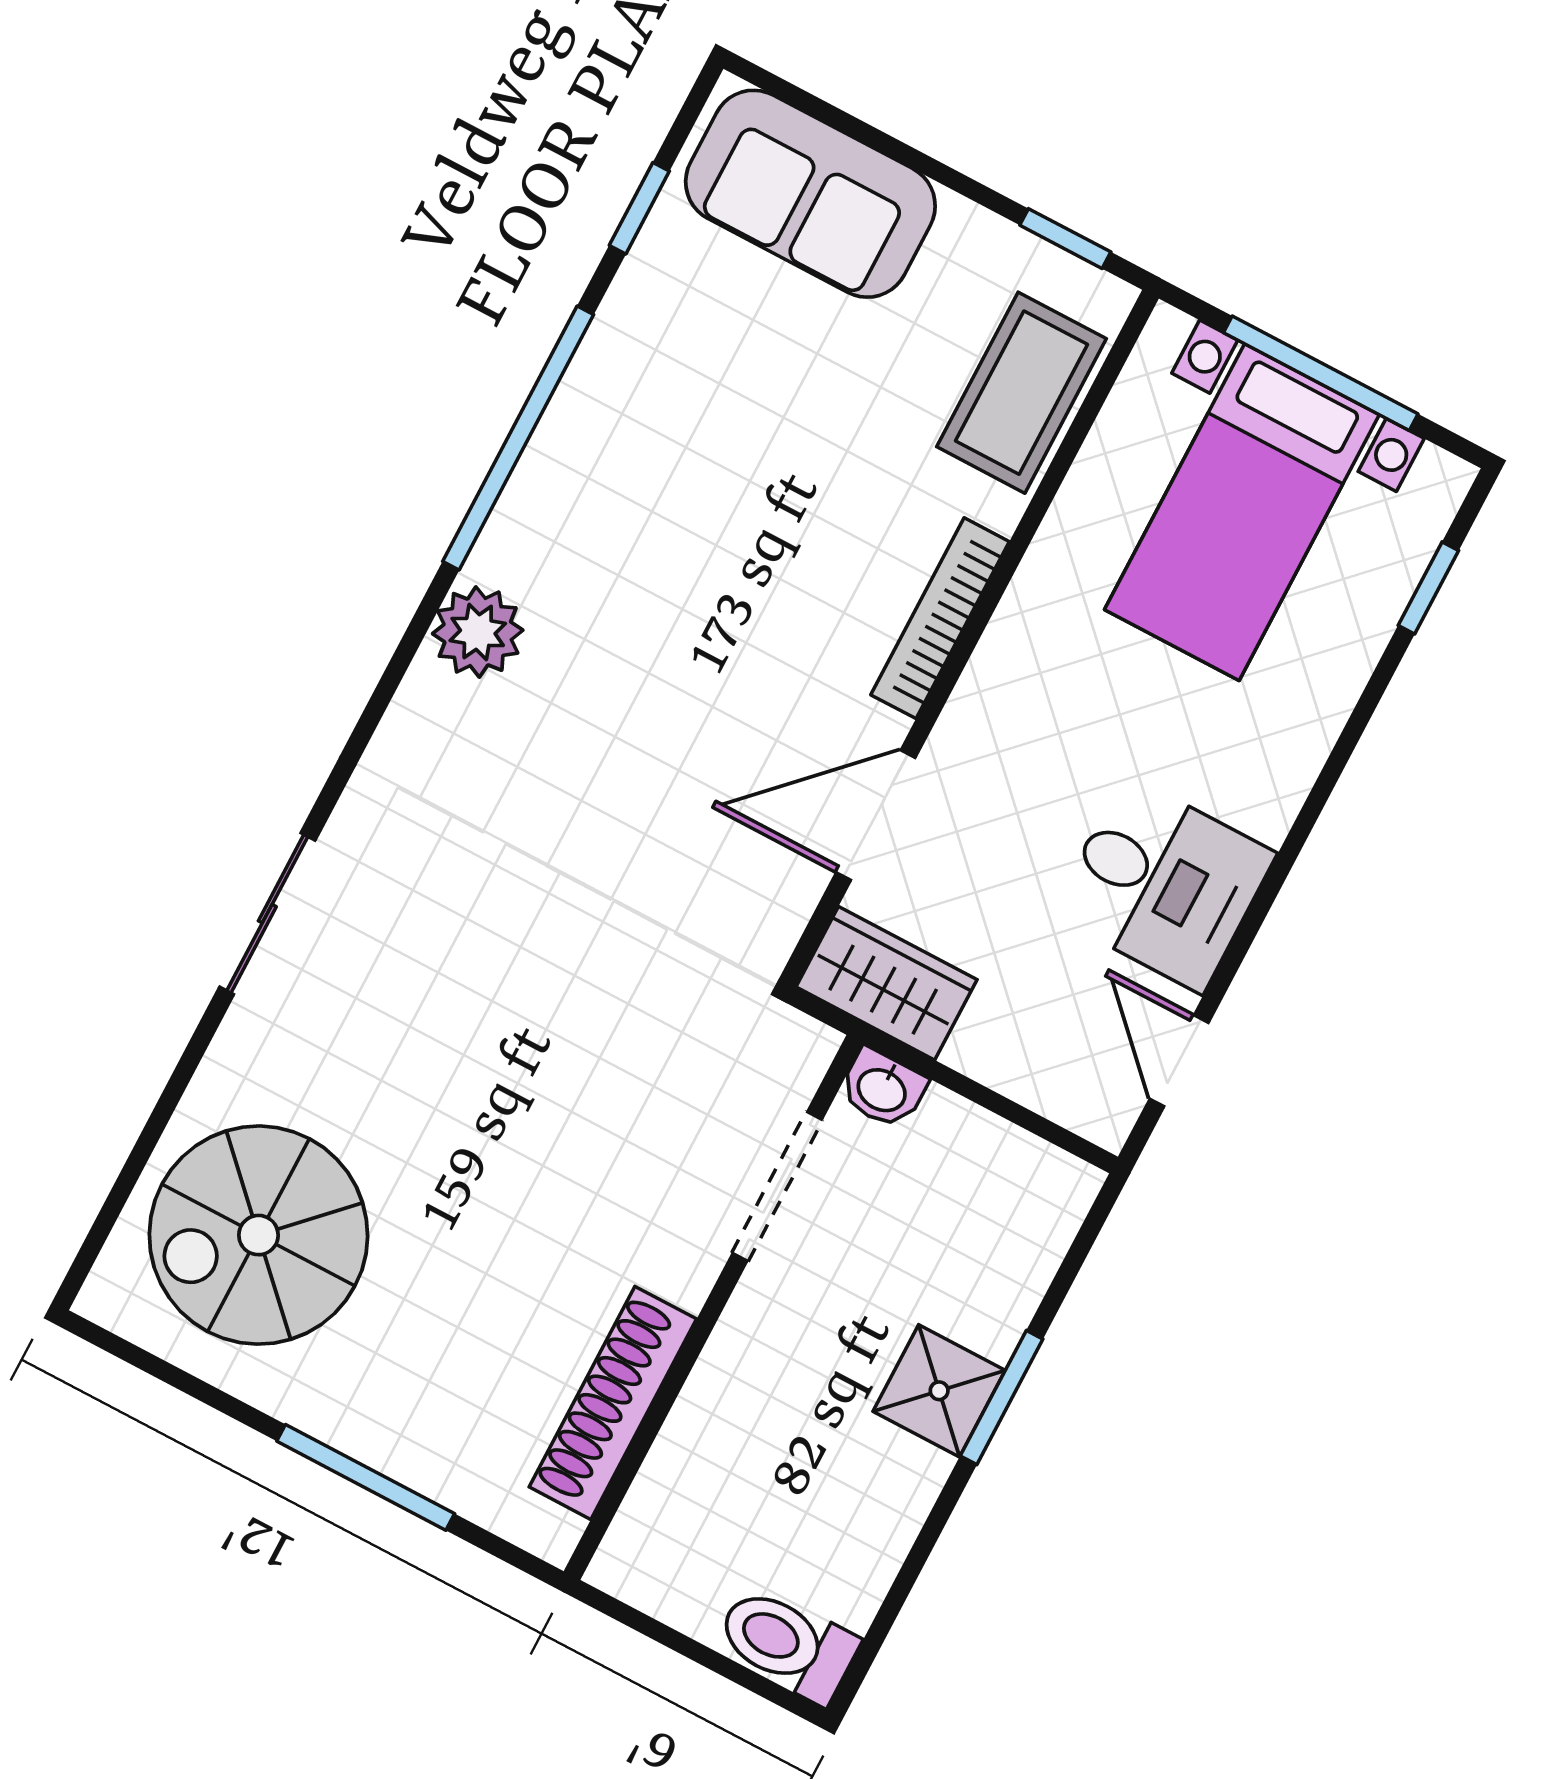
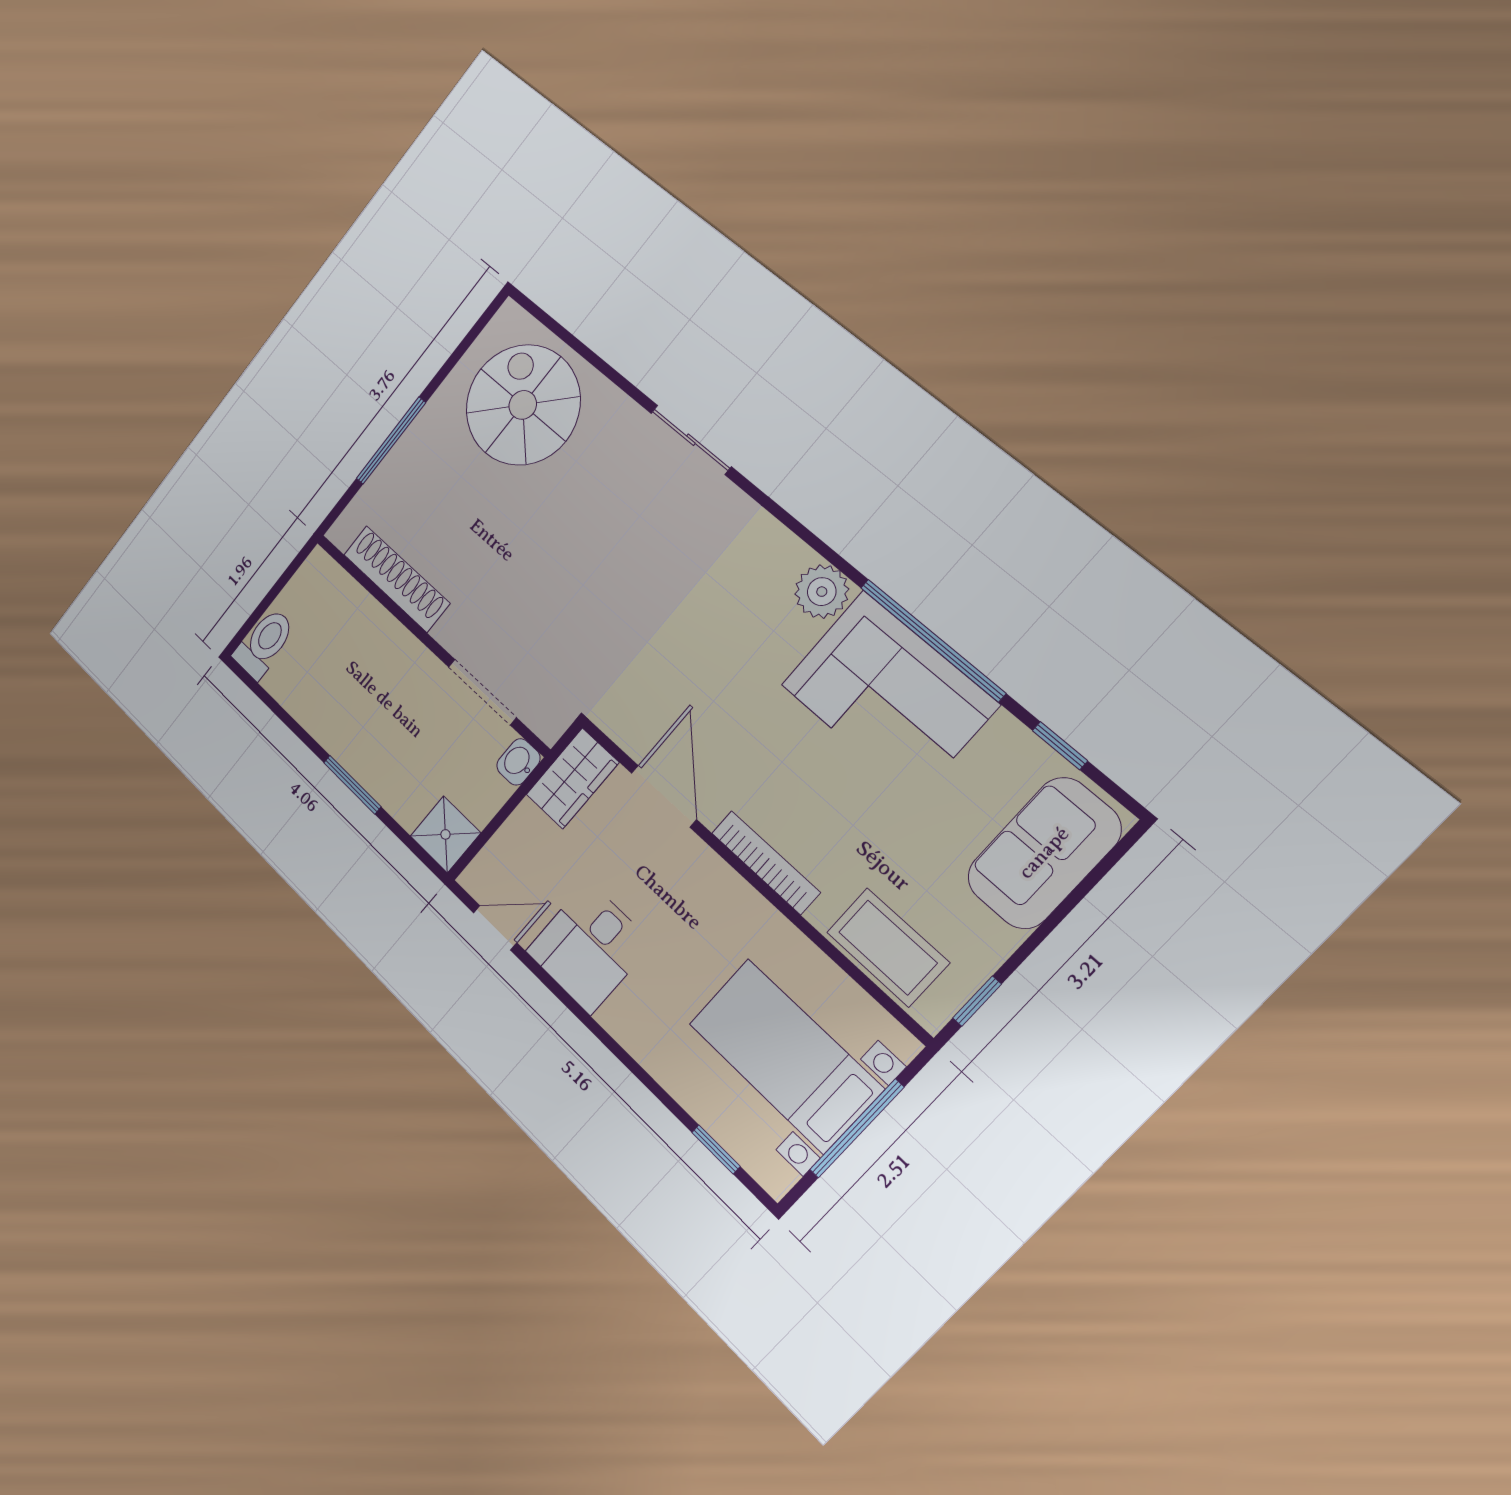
corner sofa: (621, 485) -> (889, 695), added
shower: (939, 1391) -> (445, 834), moved

